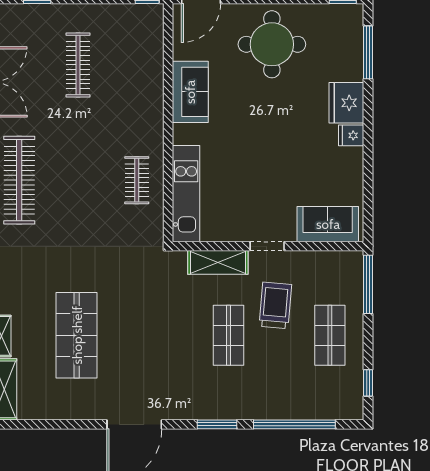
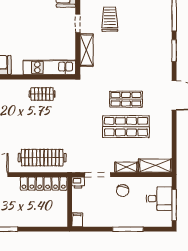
trolley: (275, 305) -> (110, 19), turned 85
shop shelf: (229, 335) -> (126, 99), moved

